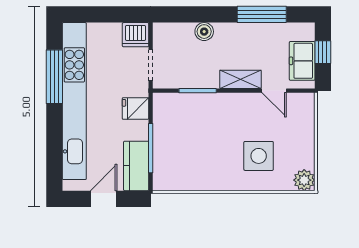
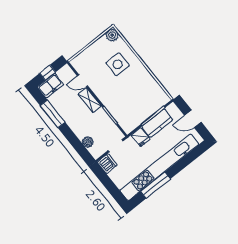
boiler: (204, 32) -> (88, 142), moved
freezer: (302, 61) -> (50, 86), moved
door: (274, 91) -> (83, 81), swing flipped
kitchen counter: (136, 166) -> (157, 123), moved

